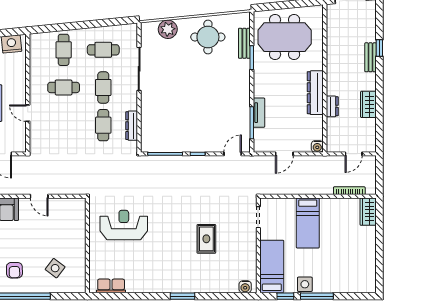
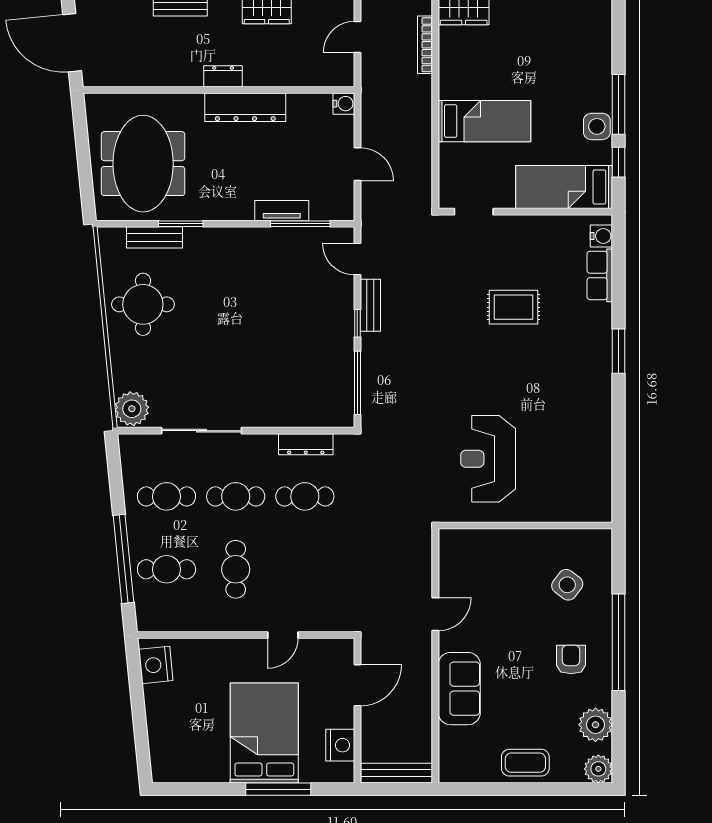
window: (69, 26) -> (123, 559), added
plant: (168, 29) -> (132, 409), moved
cafe table: (103, 50) -> (166, 496), turned 90
dresser: (332, 106) -> (223, 76), moved
door: (354, 154) -> (357, 37), swing flipped
bench: (207, 161) -> (370, 305), added
armchair: (14, 270) -> (571, 659), turned -89
row of seats: (111, 286) -> (600, 275), moved

